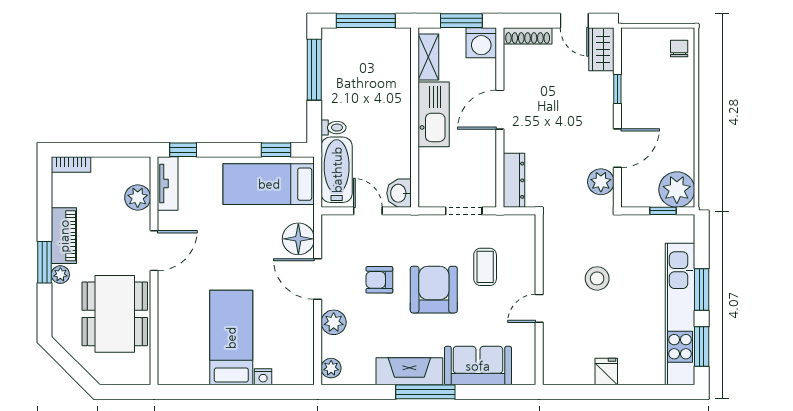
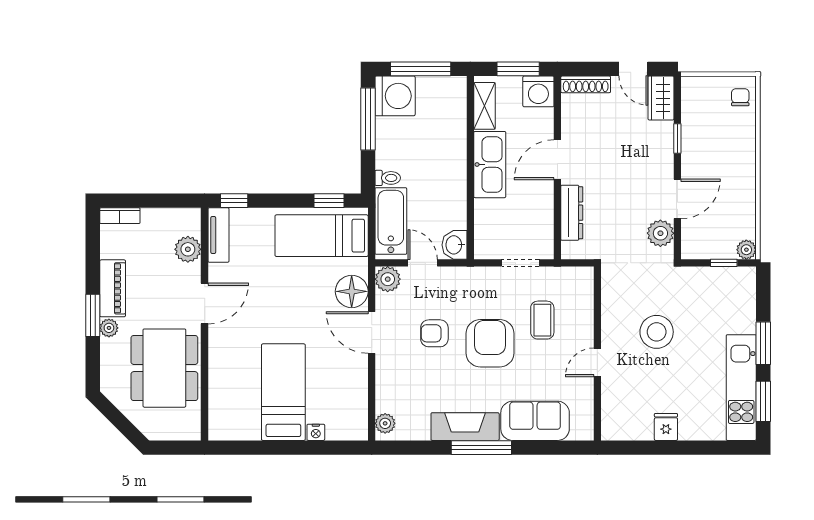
washing machine: (341, 47) -> (395, 96), added
dresser: (514, 180) -> (572, 213), moved
plant: (677, 190) -> (746, 250), width x0.53, depth x0.53
stool: (597, 278) -> (657, 332), width x1.38, depth x1.38
kitchen unit: (680, 314) -> (741, 388), width x0.73
plant: (334, 322) -> (388, 279), moved

